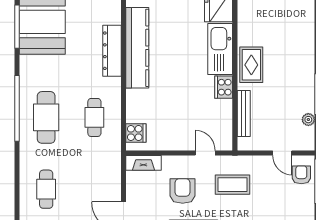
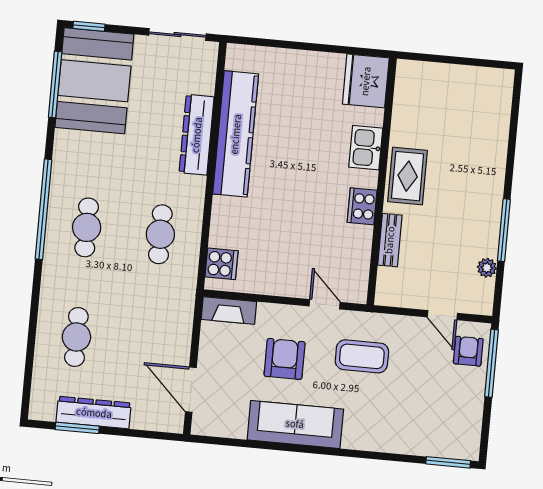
kitchen sink: (220, 49) -> (366, 148), width x0.53, depth x0.81
bench: (244, 114) -> (390, 240), width x0.73
cafe table: (46, 117) -> (87, 227), width x0.73, depth x0.74

